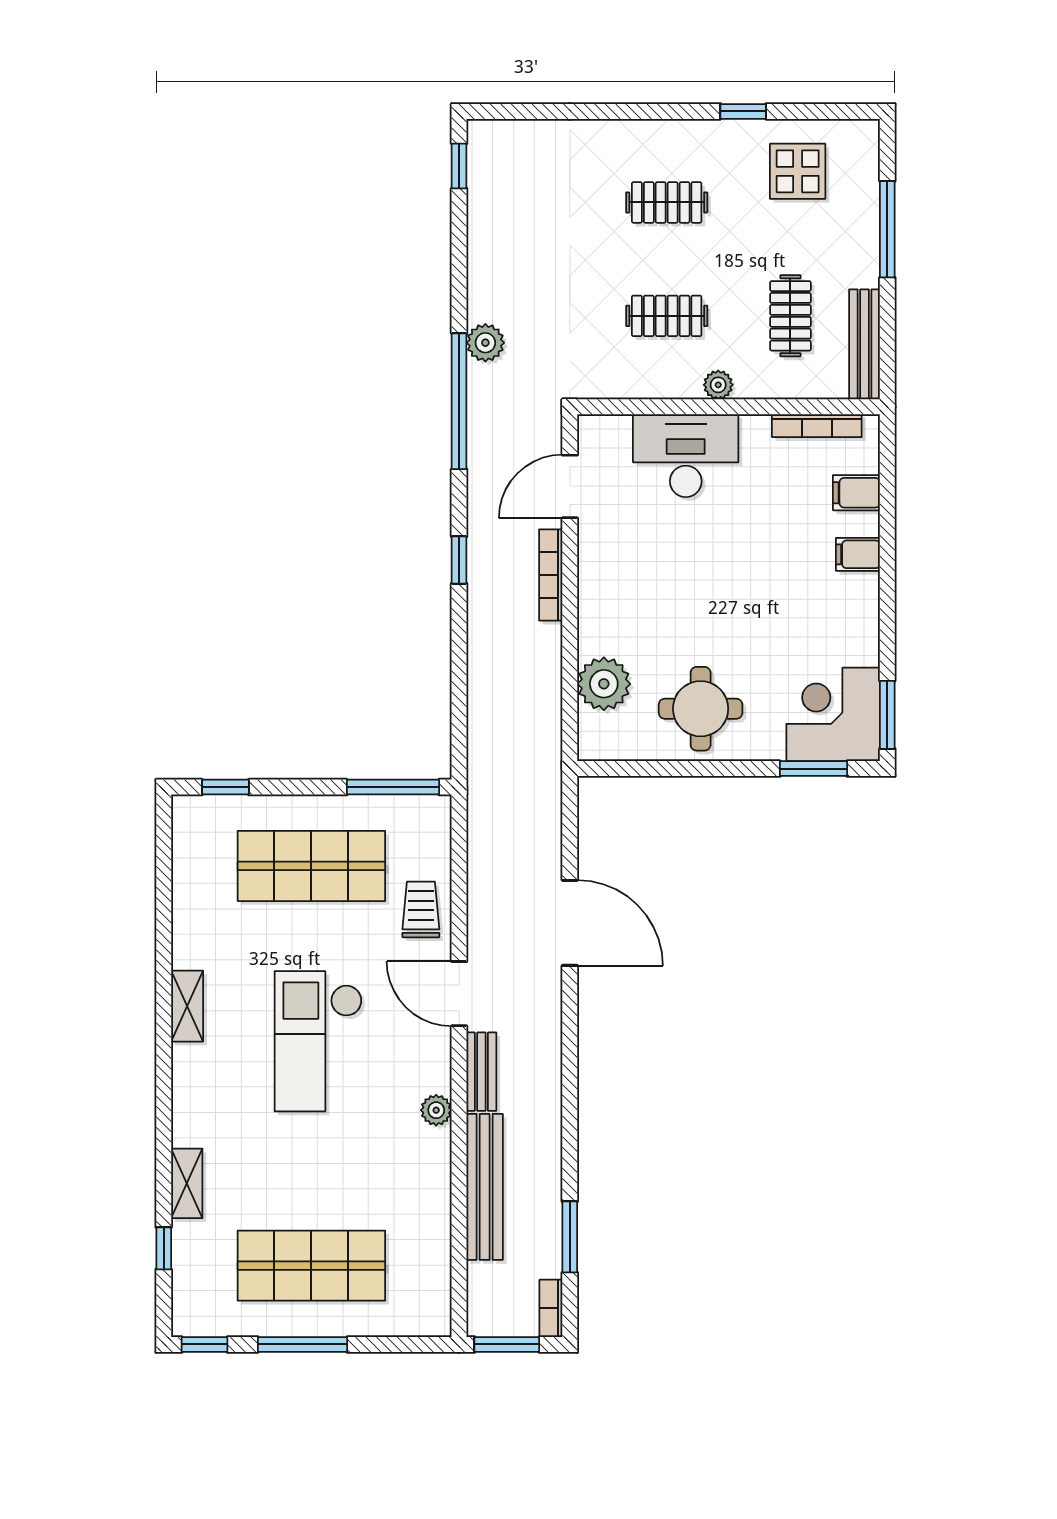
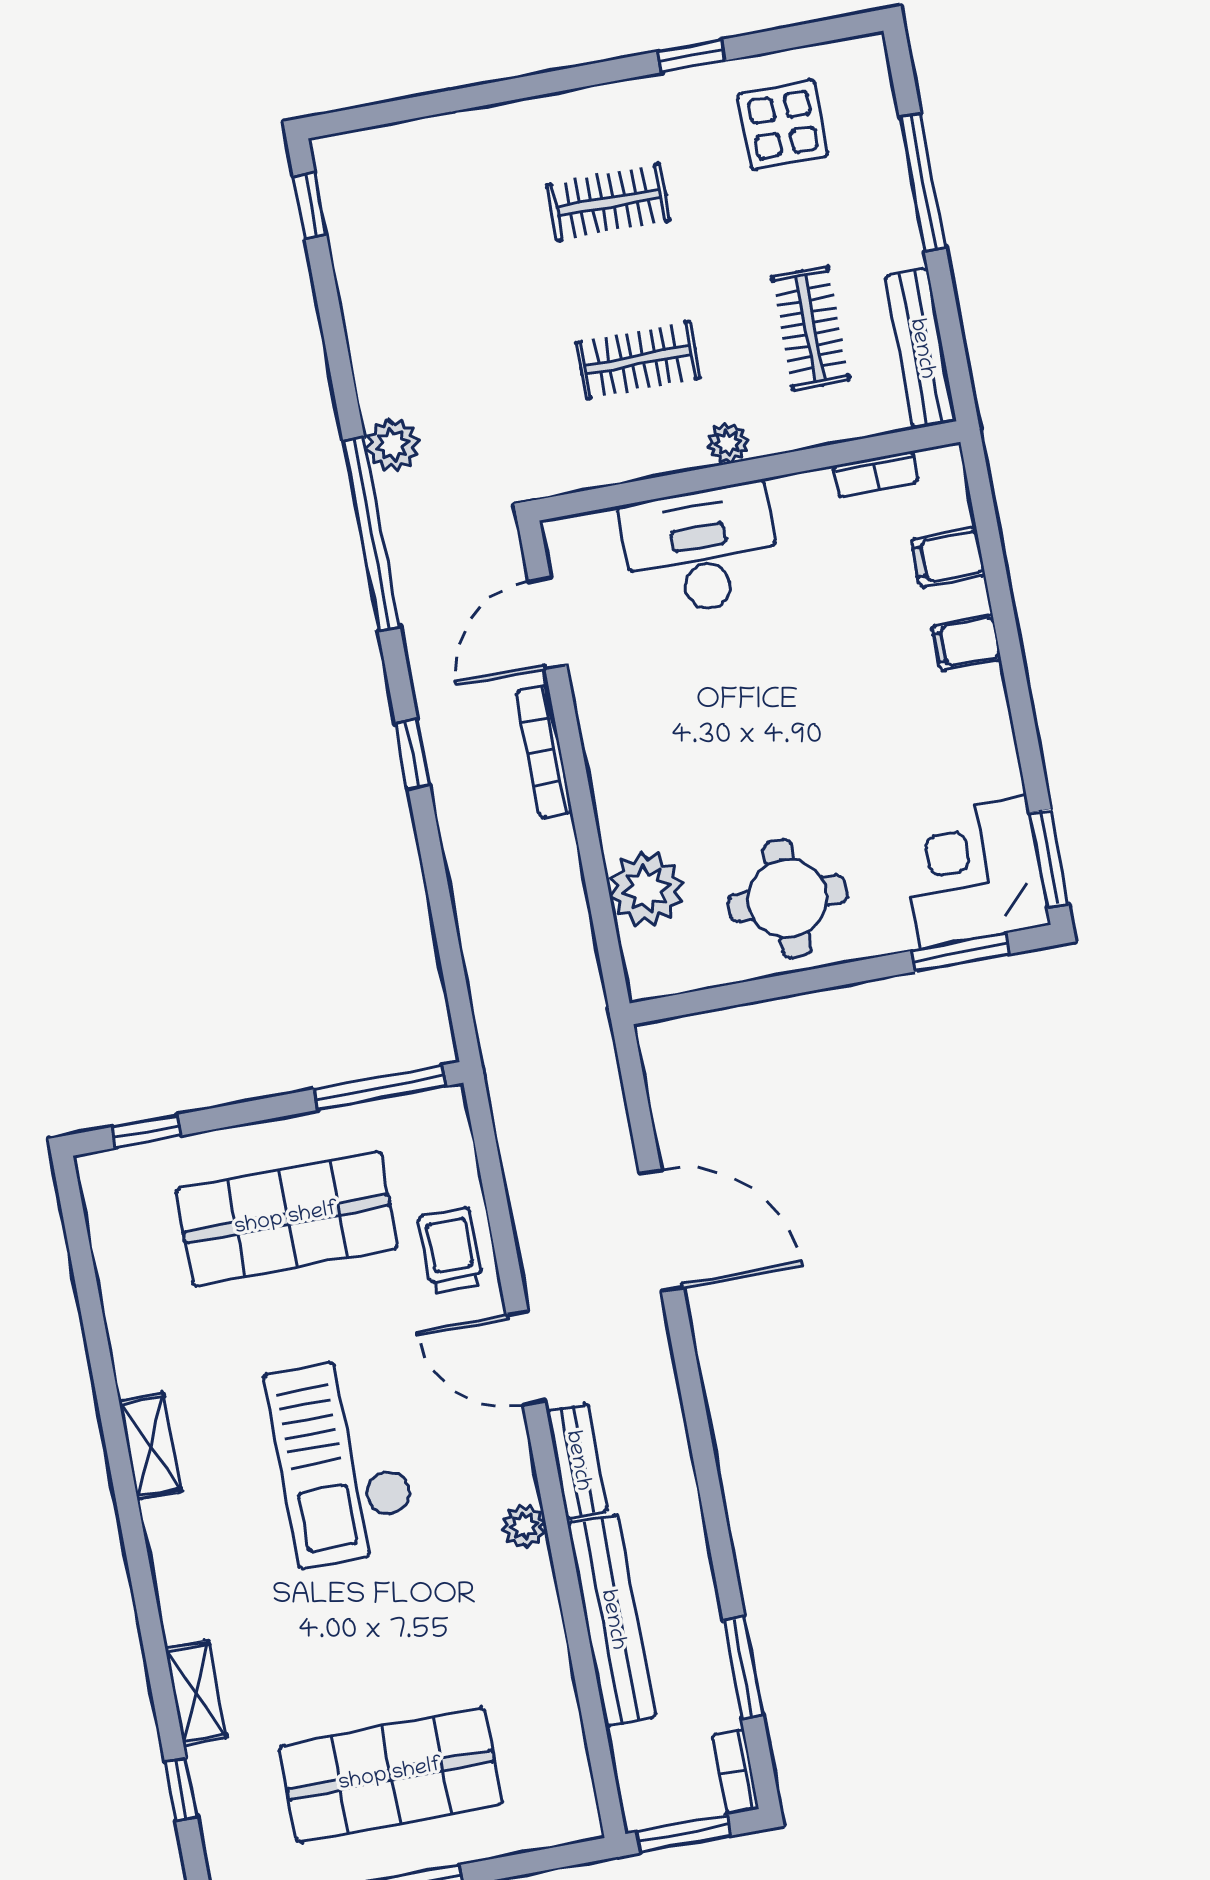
bookcase: (817, 426) -> (876, 474), width x0.64

